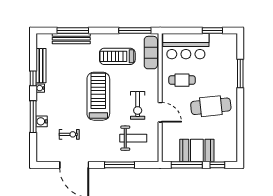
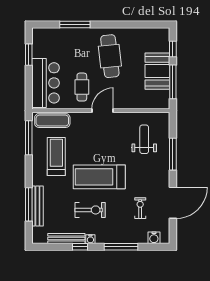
treadmill: (117, 56) -> (56, 157), turned 180
exercise bike: (138, 105) -> (90, 210), moved
door: (160, 112) -> (103, 111), moved
water cooler: (42, 121) -> (154, 238), moved

